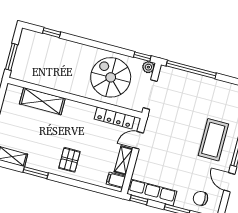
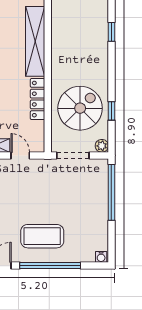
window: (142, 57) -> (111, 111), moved
shelving: (42, 101) -> (35, 41), width x1.47
locker: (114, 118) -> (38, 99), moved

